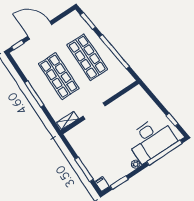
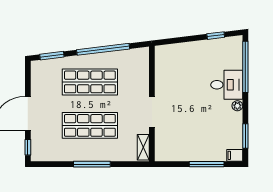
desk: (151, 139) -> (227, 85), width x0.53, depth x0.77

